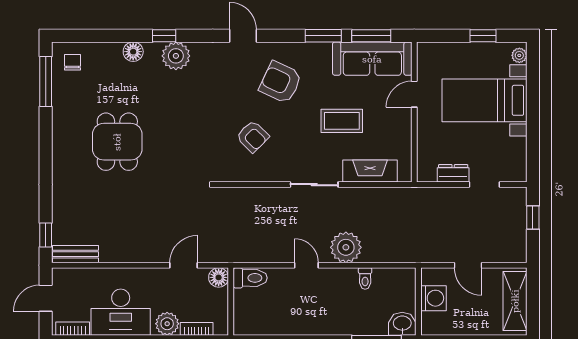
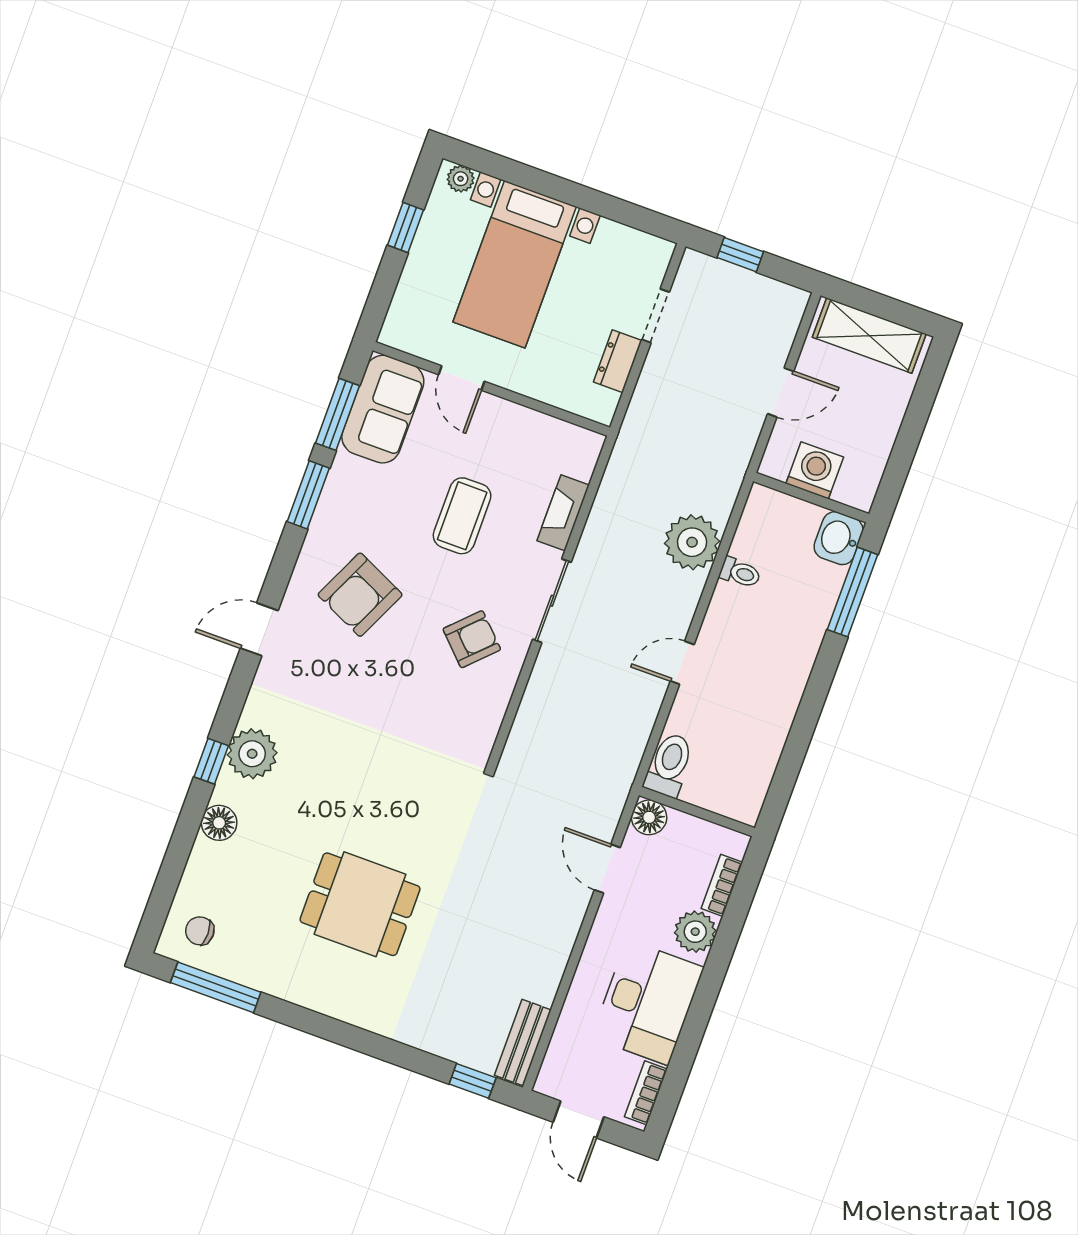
sofa: (372, 59) -> (383, 409), width x0.73
armchair: (253, 136) -> (472, 639), moved
fireplace: (370, 171) -> (563, 513), width x0.73, depth x0.76
plant: (346, 247) -> (692, 542), moved

